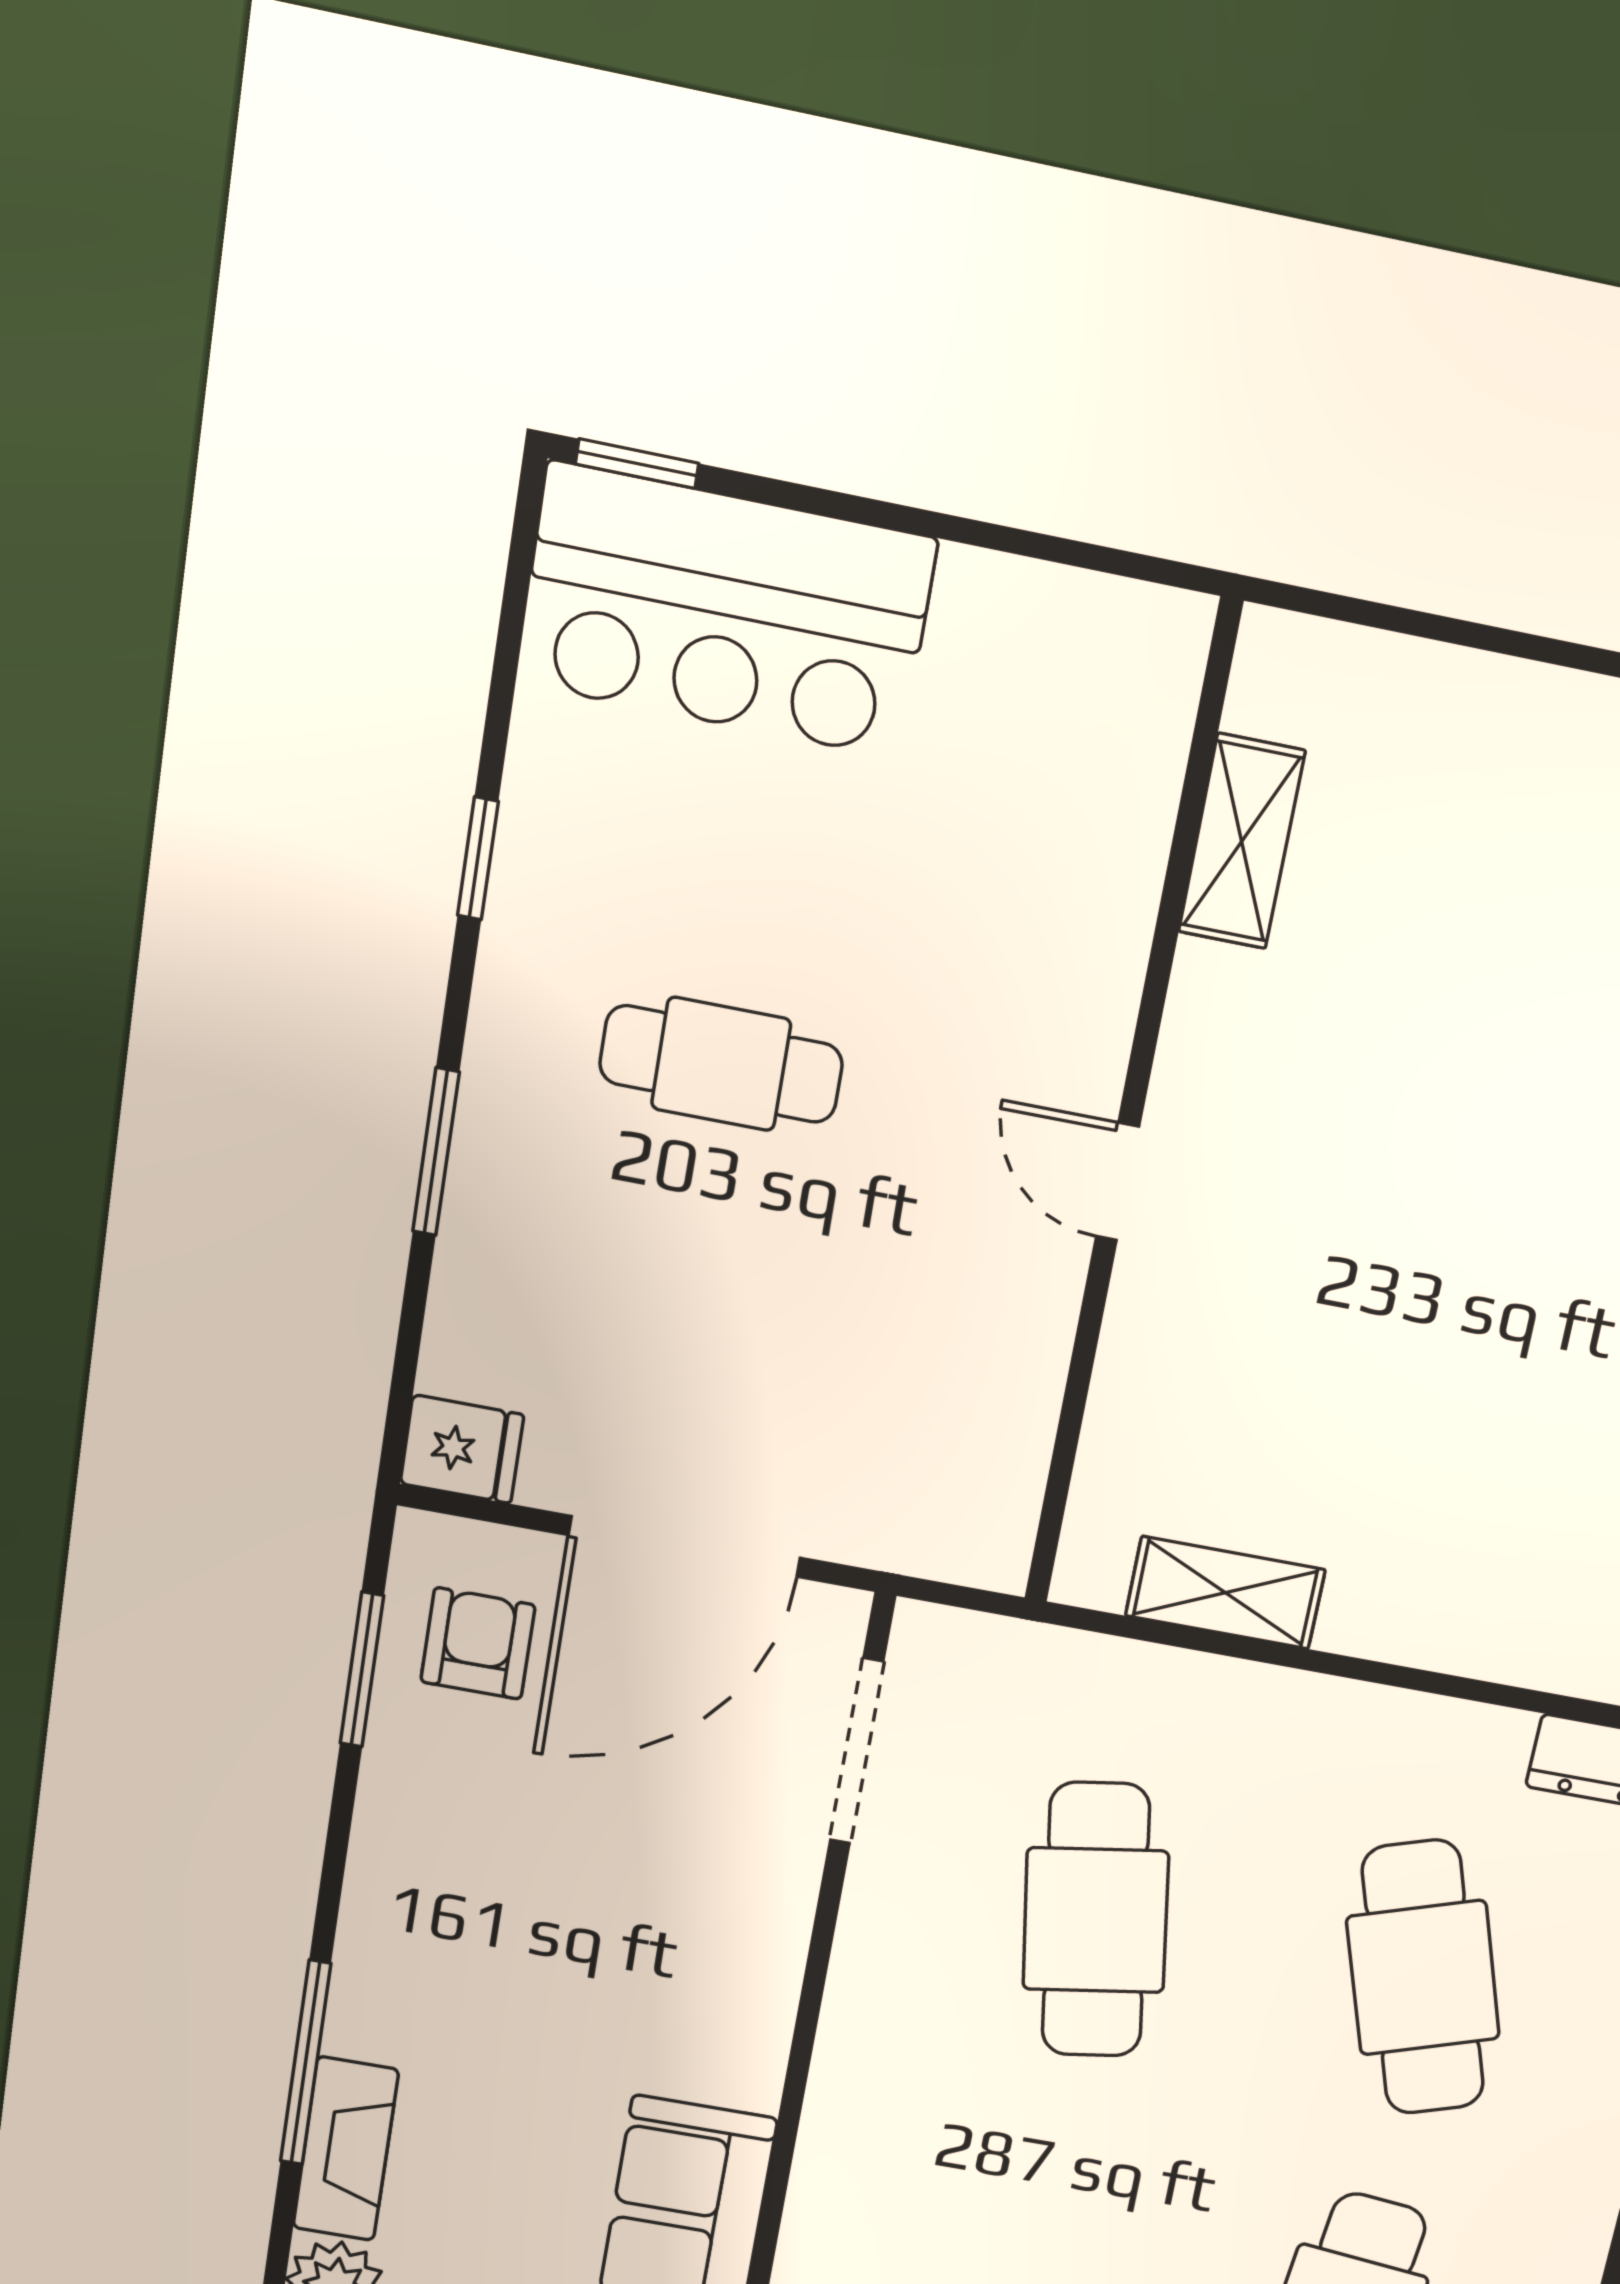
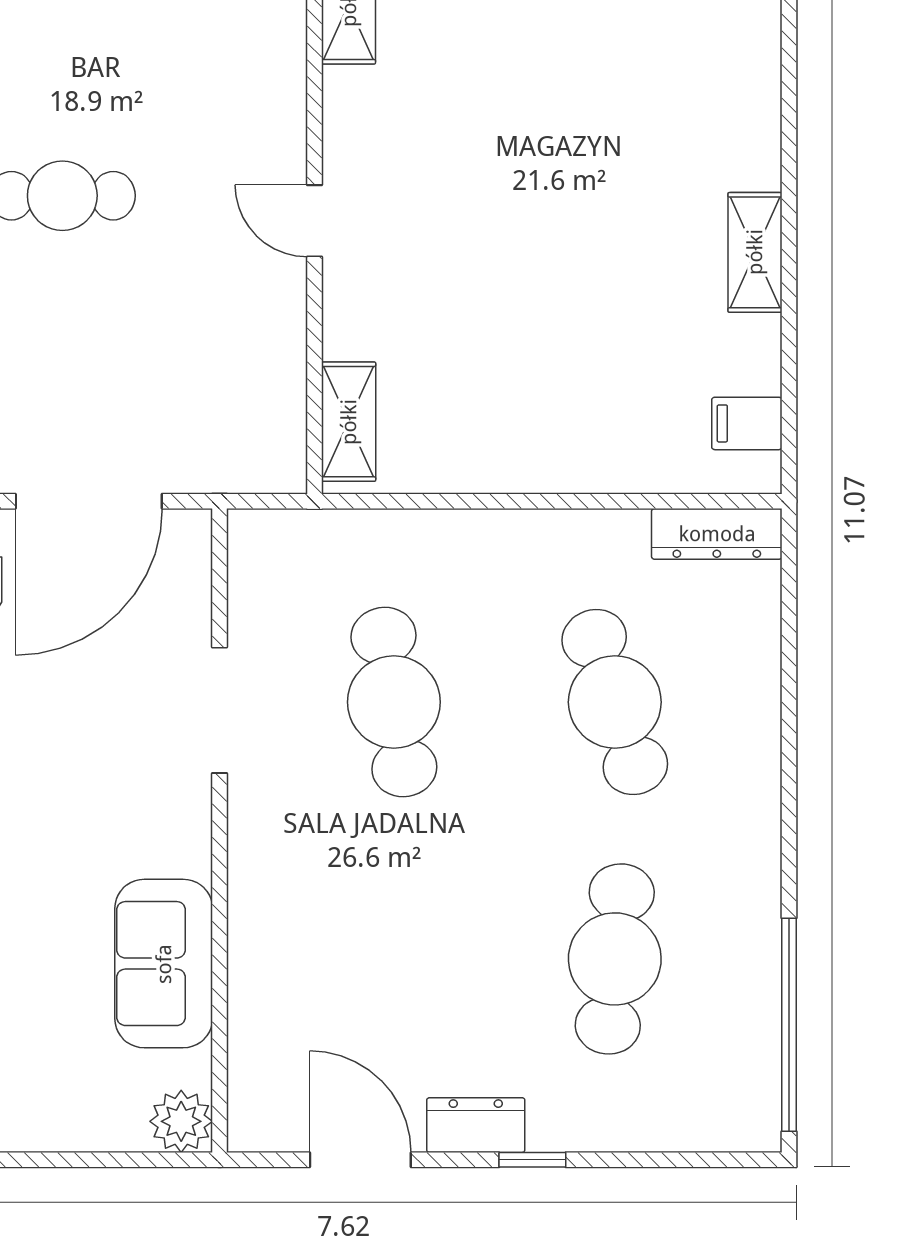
shelving: (1225, 1593) -> (349, 422), moved, turned 90
doorway: (856, 1751) -> (220, 710), moved

